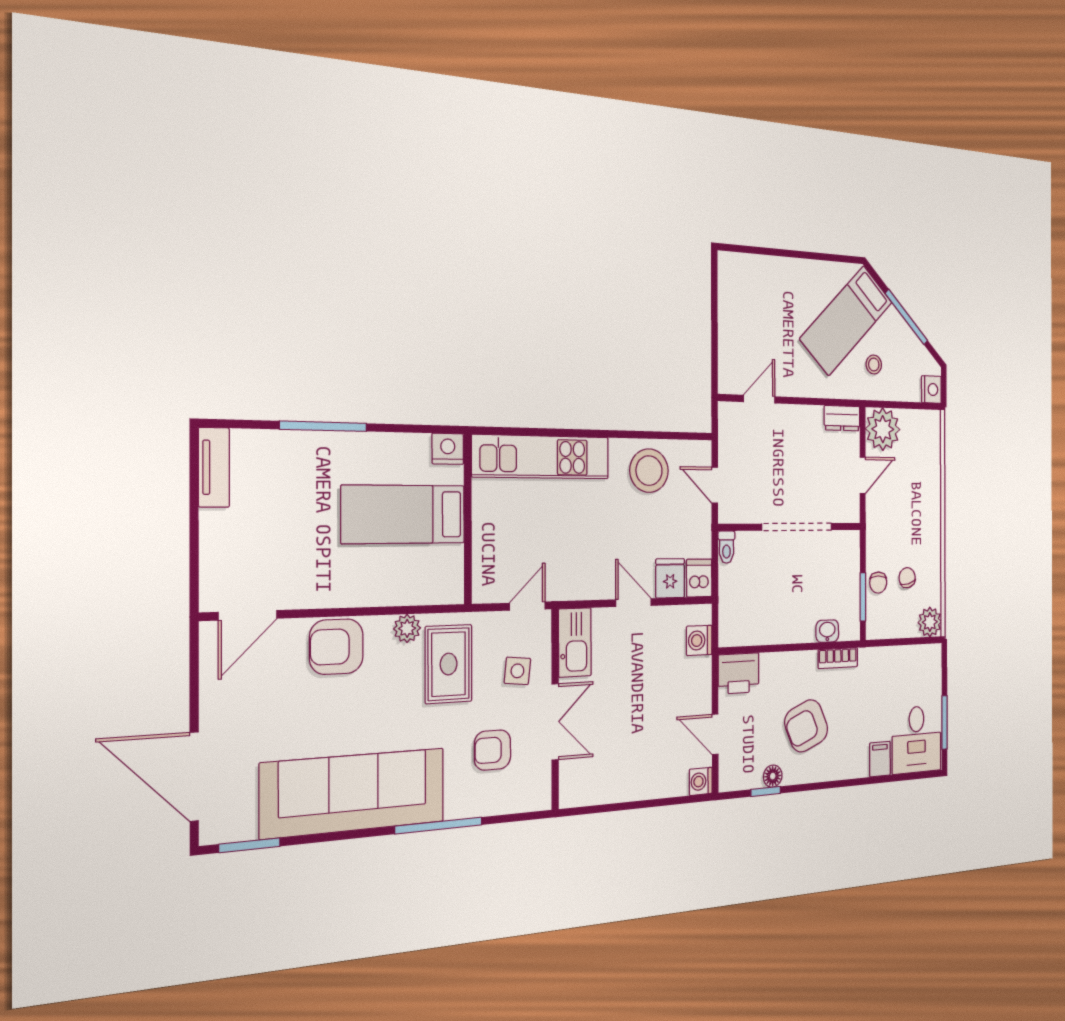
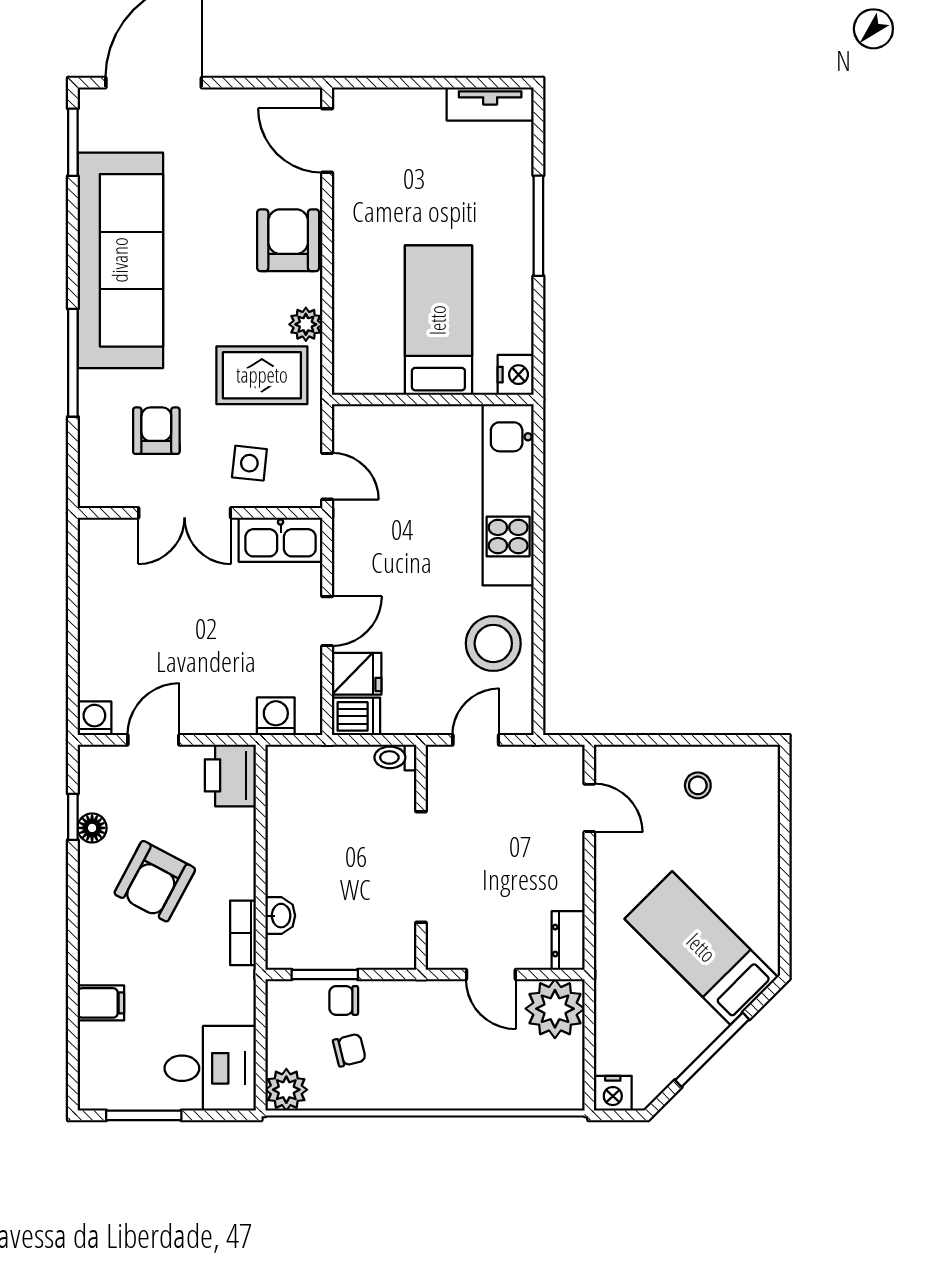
stool: (874, 365) -> (698, 785), moved
armchair: (806, 726) -> (155, 881), turned -129
desk: (916, 739) -> (210, 1068), moved, turned 180

